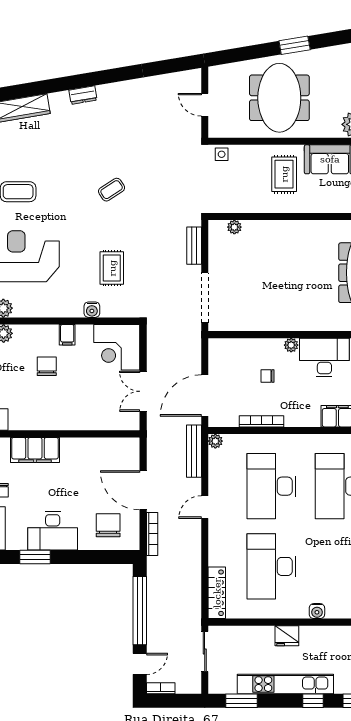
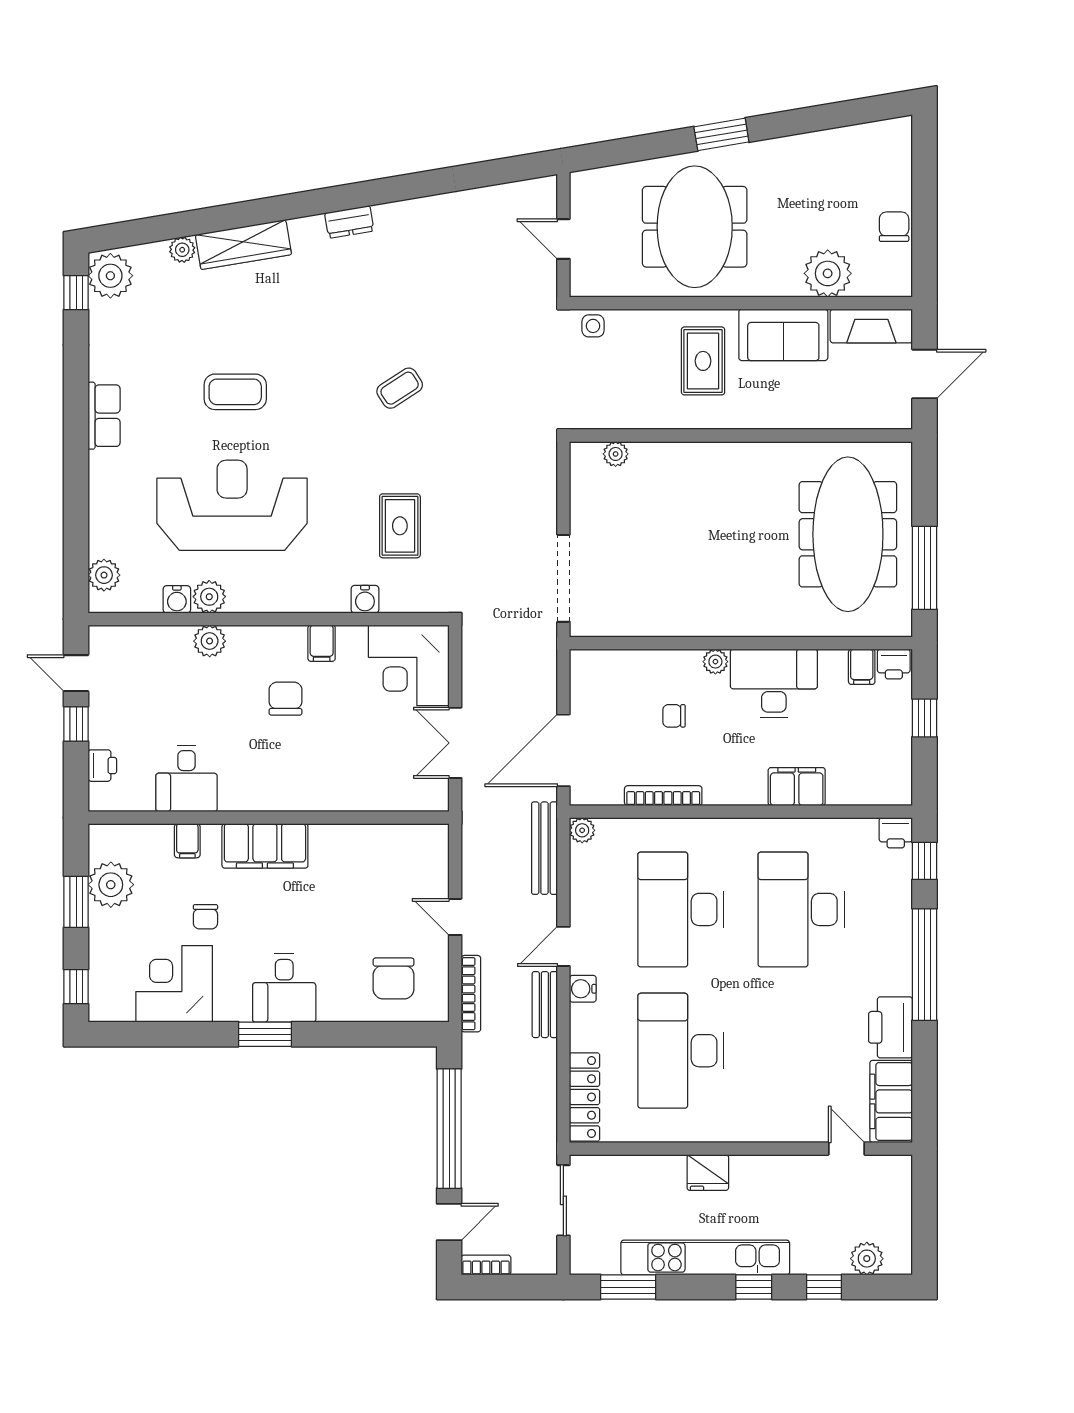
bench: (194, 246) -> (545, 1005), moved
door: (143, 490) -> (455, 917), width x0.53
chair: (108, 525) -> (394, 978), turned 180
desk: (53, 531) -> (284, 988), width x0.73
water cooler: (317, 611) -> (583, 989), moved, turned 90

